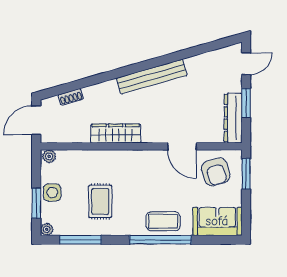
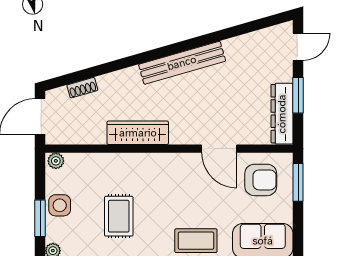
armchair: (216, 172) -> (261, 180), turned -73

